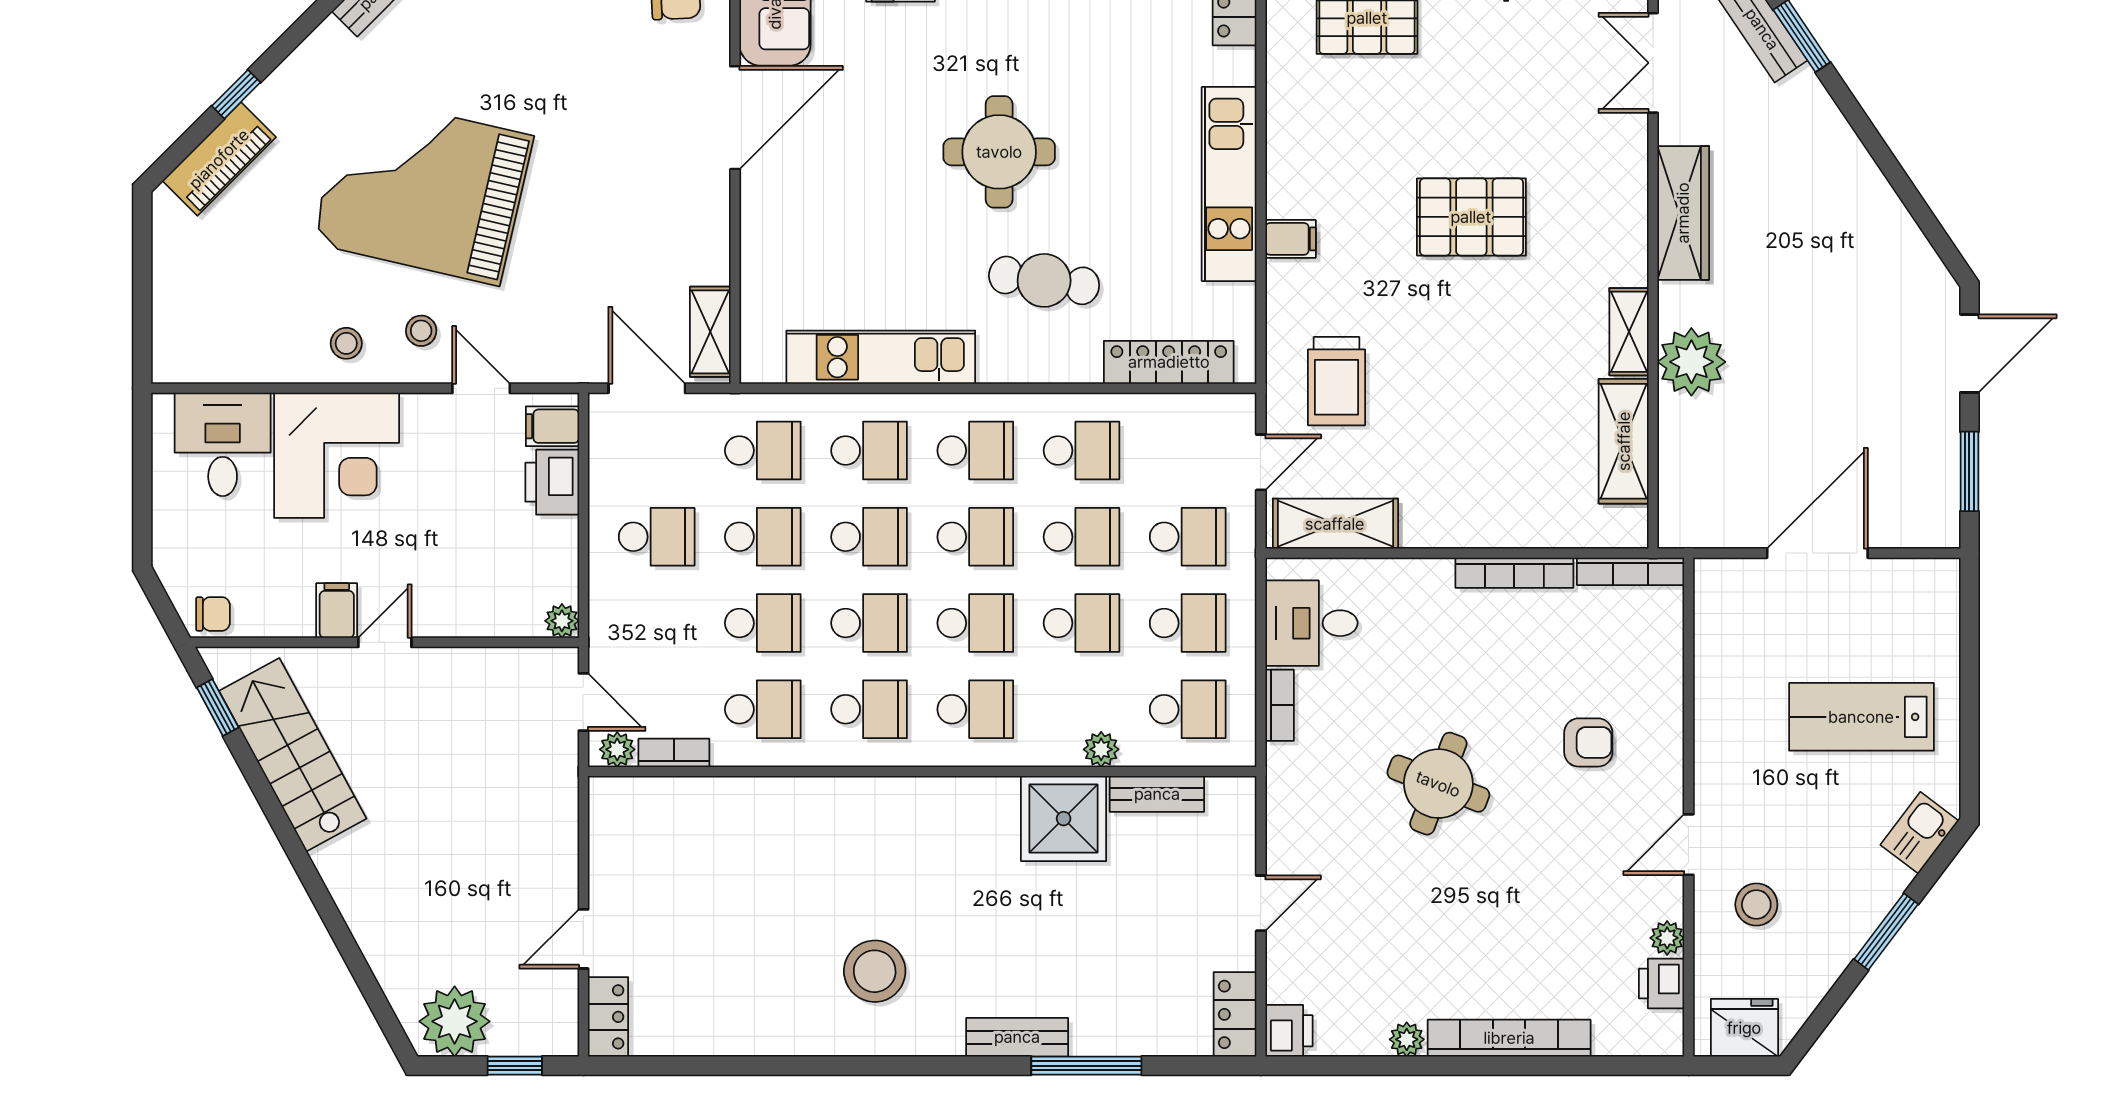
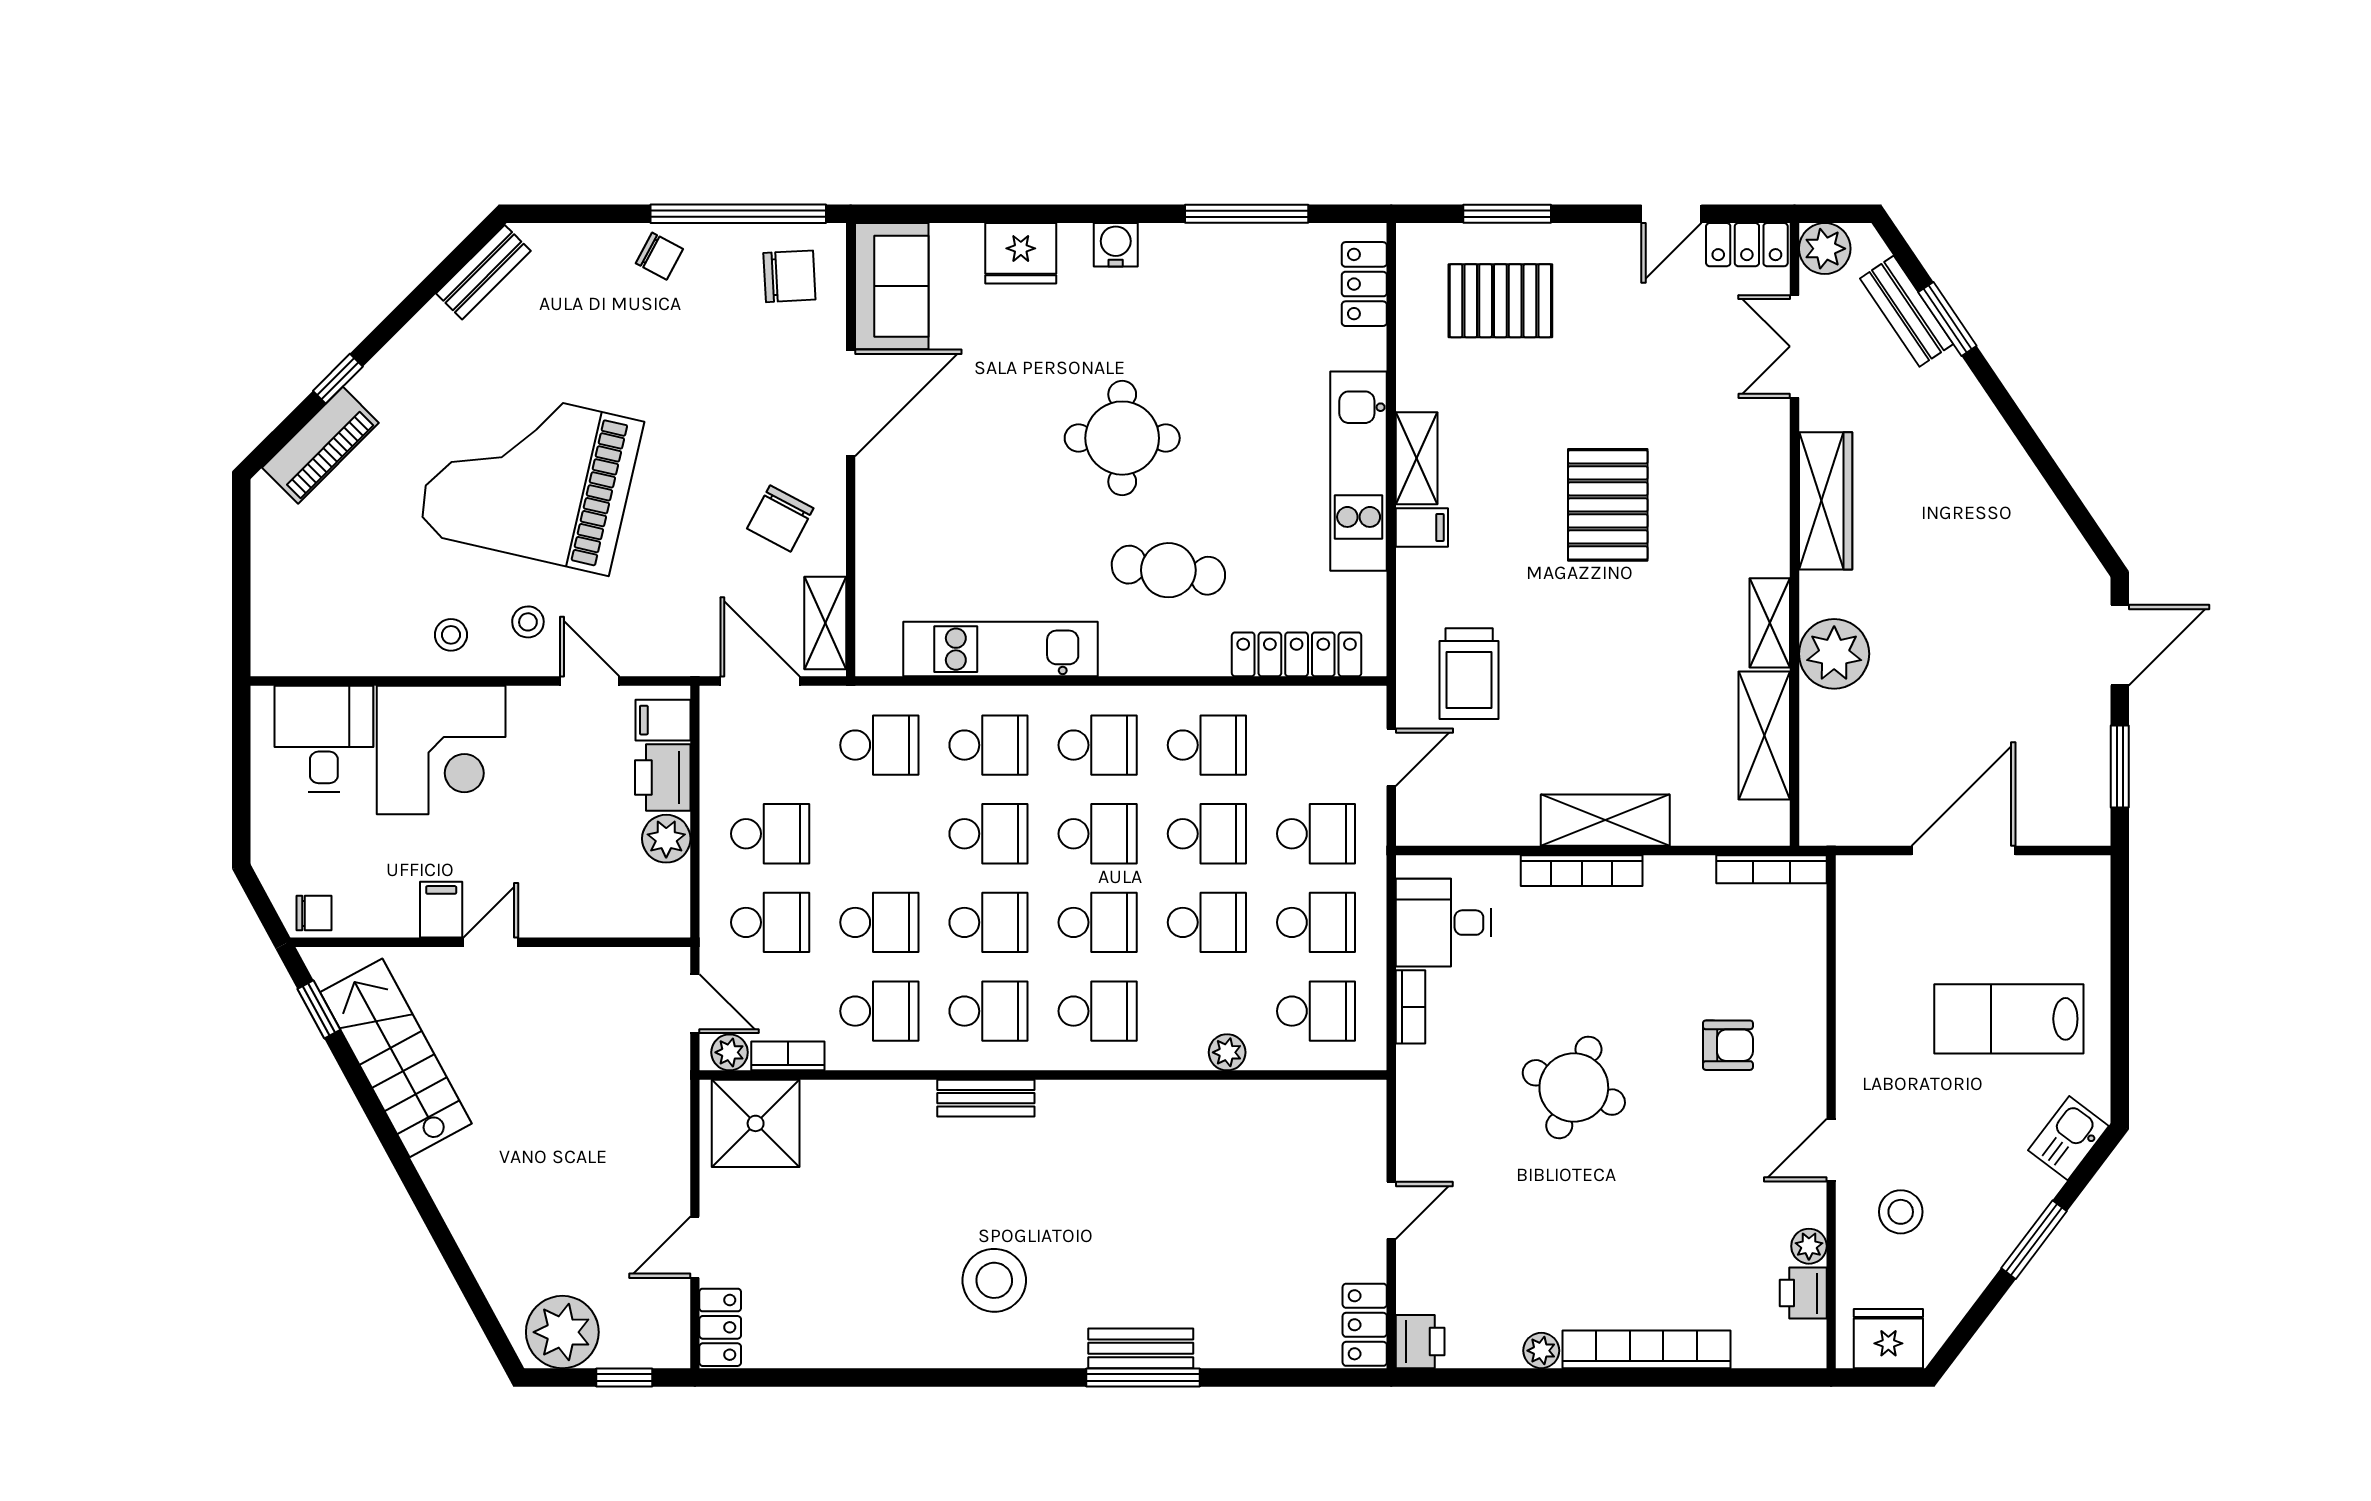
shelving: (1285, 172) -> (1417, 458), added
pallet: (1471, 217) -> (1608, 505), turned 90
chair: (667, 230) -> (780, 518), added
shelving: (1335, 524) -> (1605, 820), moved
school desk: (763, 537) -> (770, 922), moved
bookcase: (1514, 573) -> (1582, 871), moved
plant: (562, 621) -> (666, 839), moved, width x1.38, depth x1.38
bench: (1157, 794) -> (986, 1098), moved
shower: (1064, 819) -> (756, 1123), moved
window: (1086, 1066) -> (1143, 1377), moved

